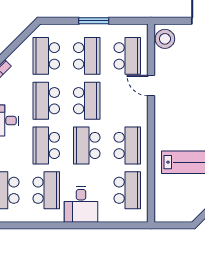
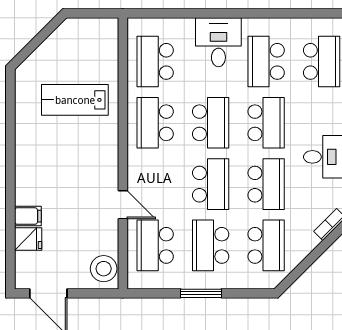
school desk: (87, 101) -> (211, 184), turned 180

